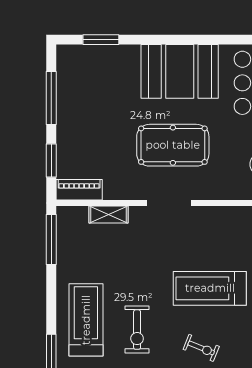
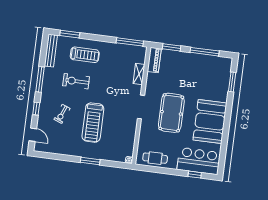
treadmill: (210, 288) -> (93, 123), turned 180
treadmill: (86, 320) -> (85, 55), width x0.73, depth x0.73

